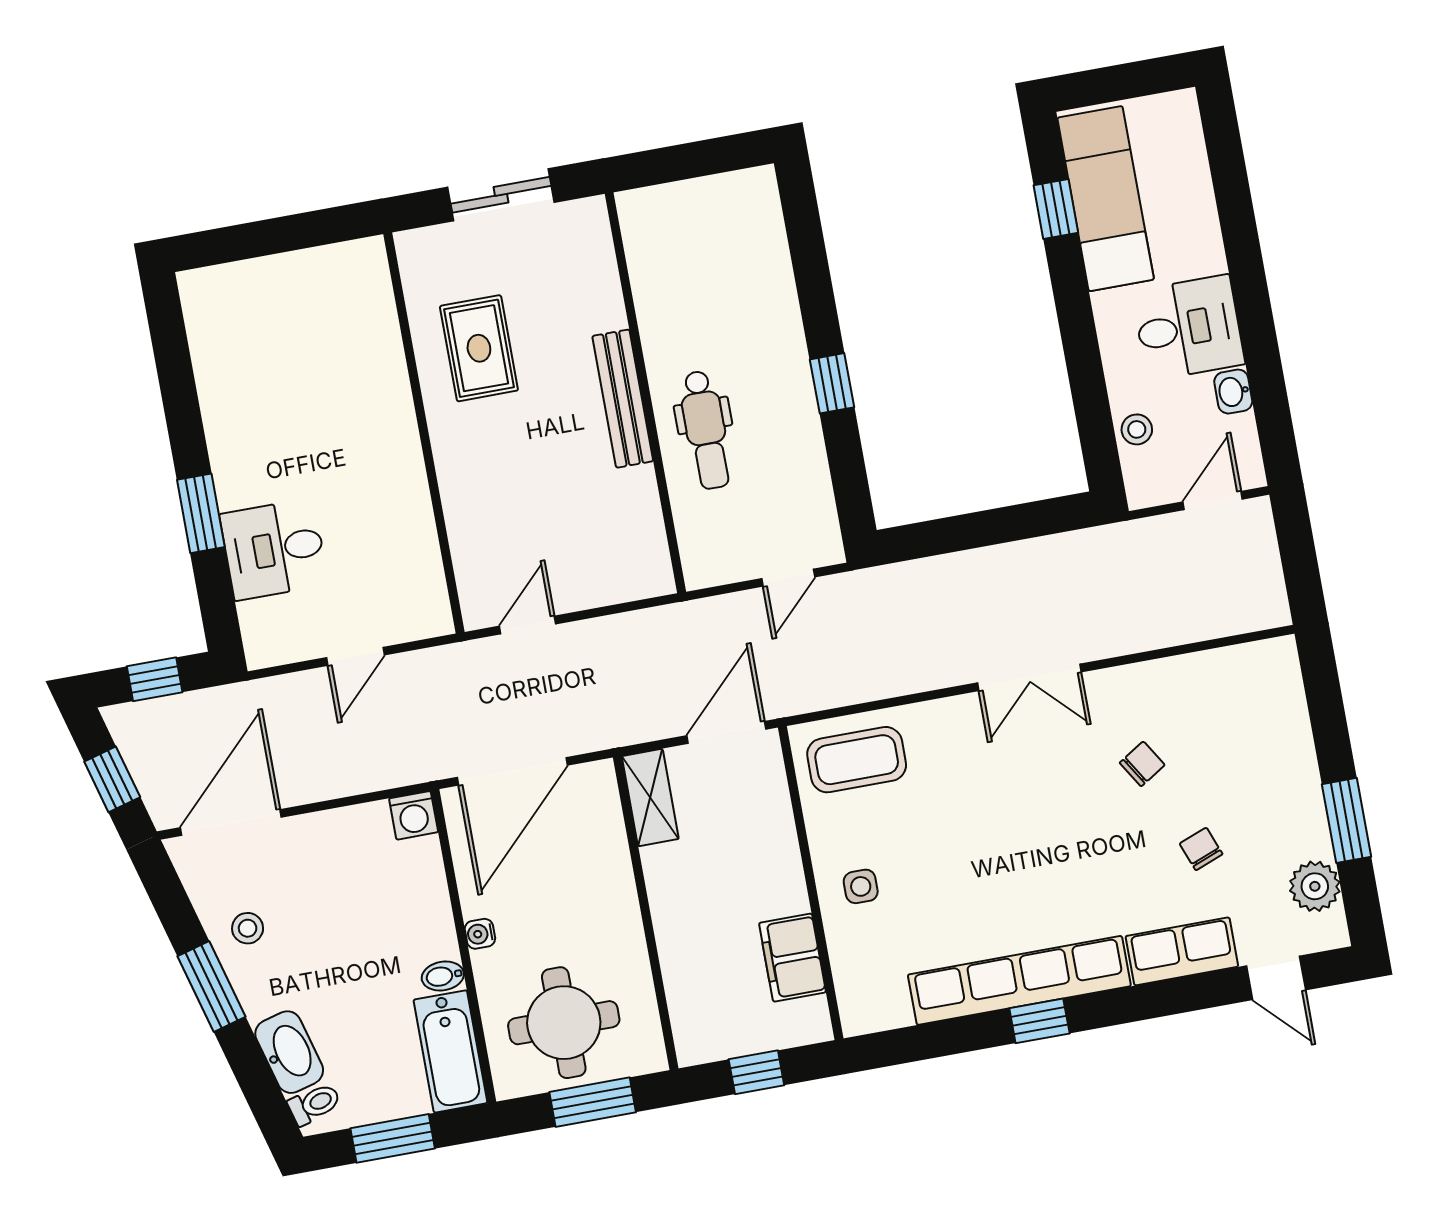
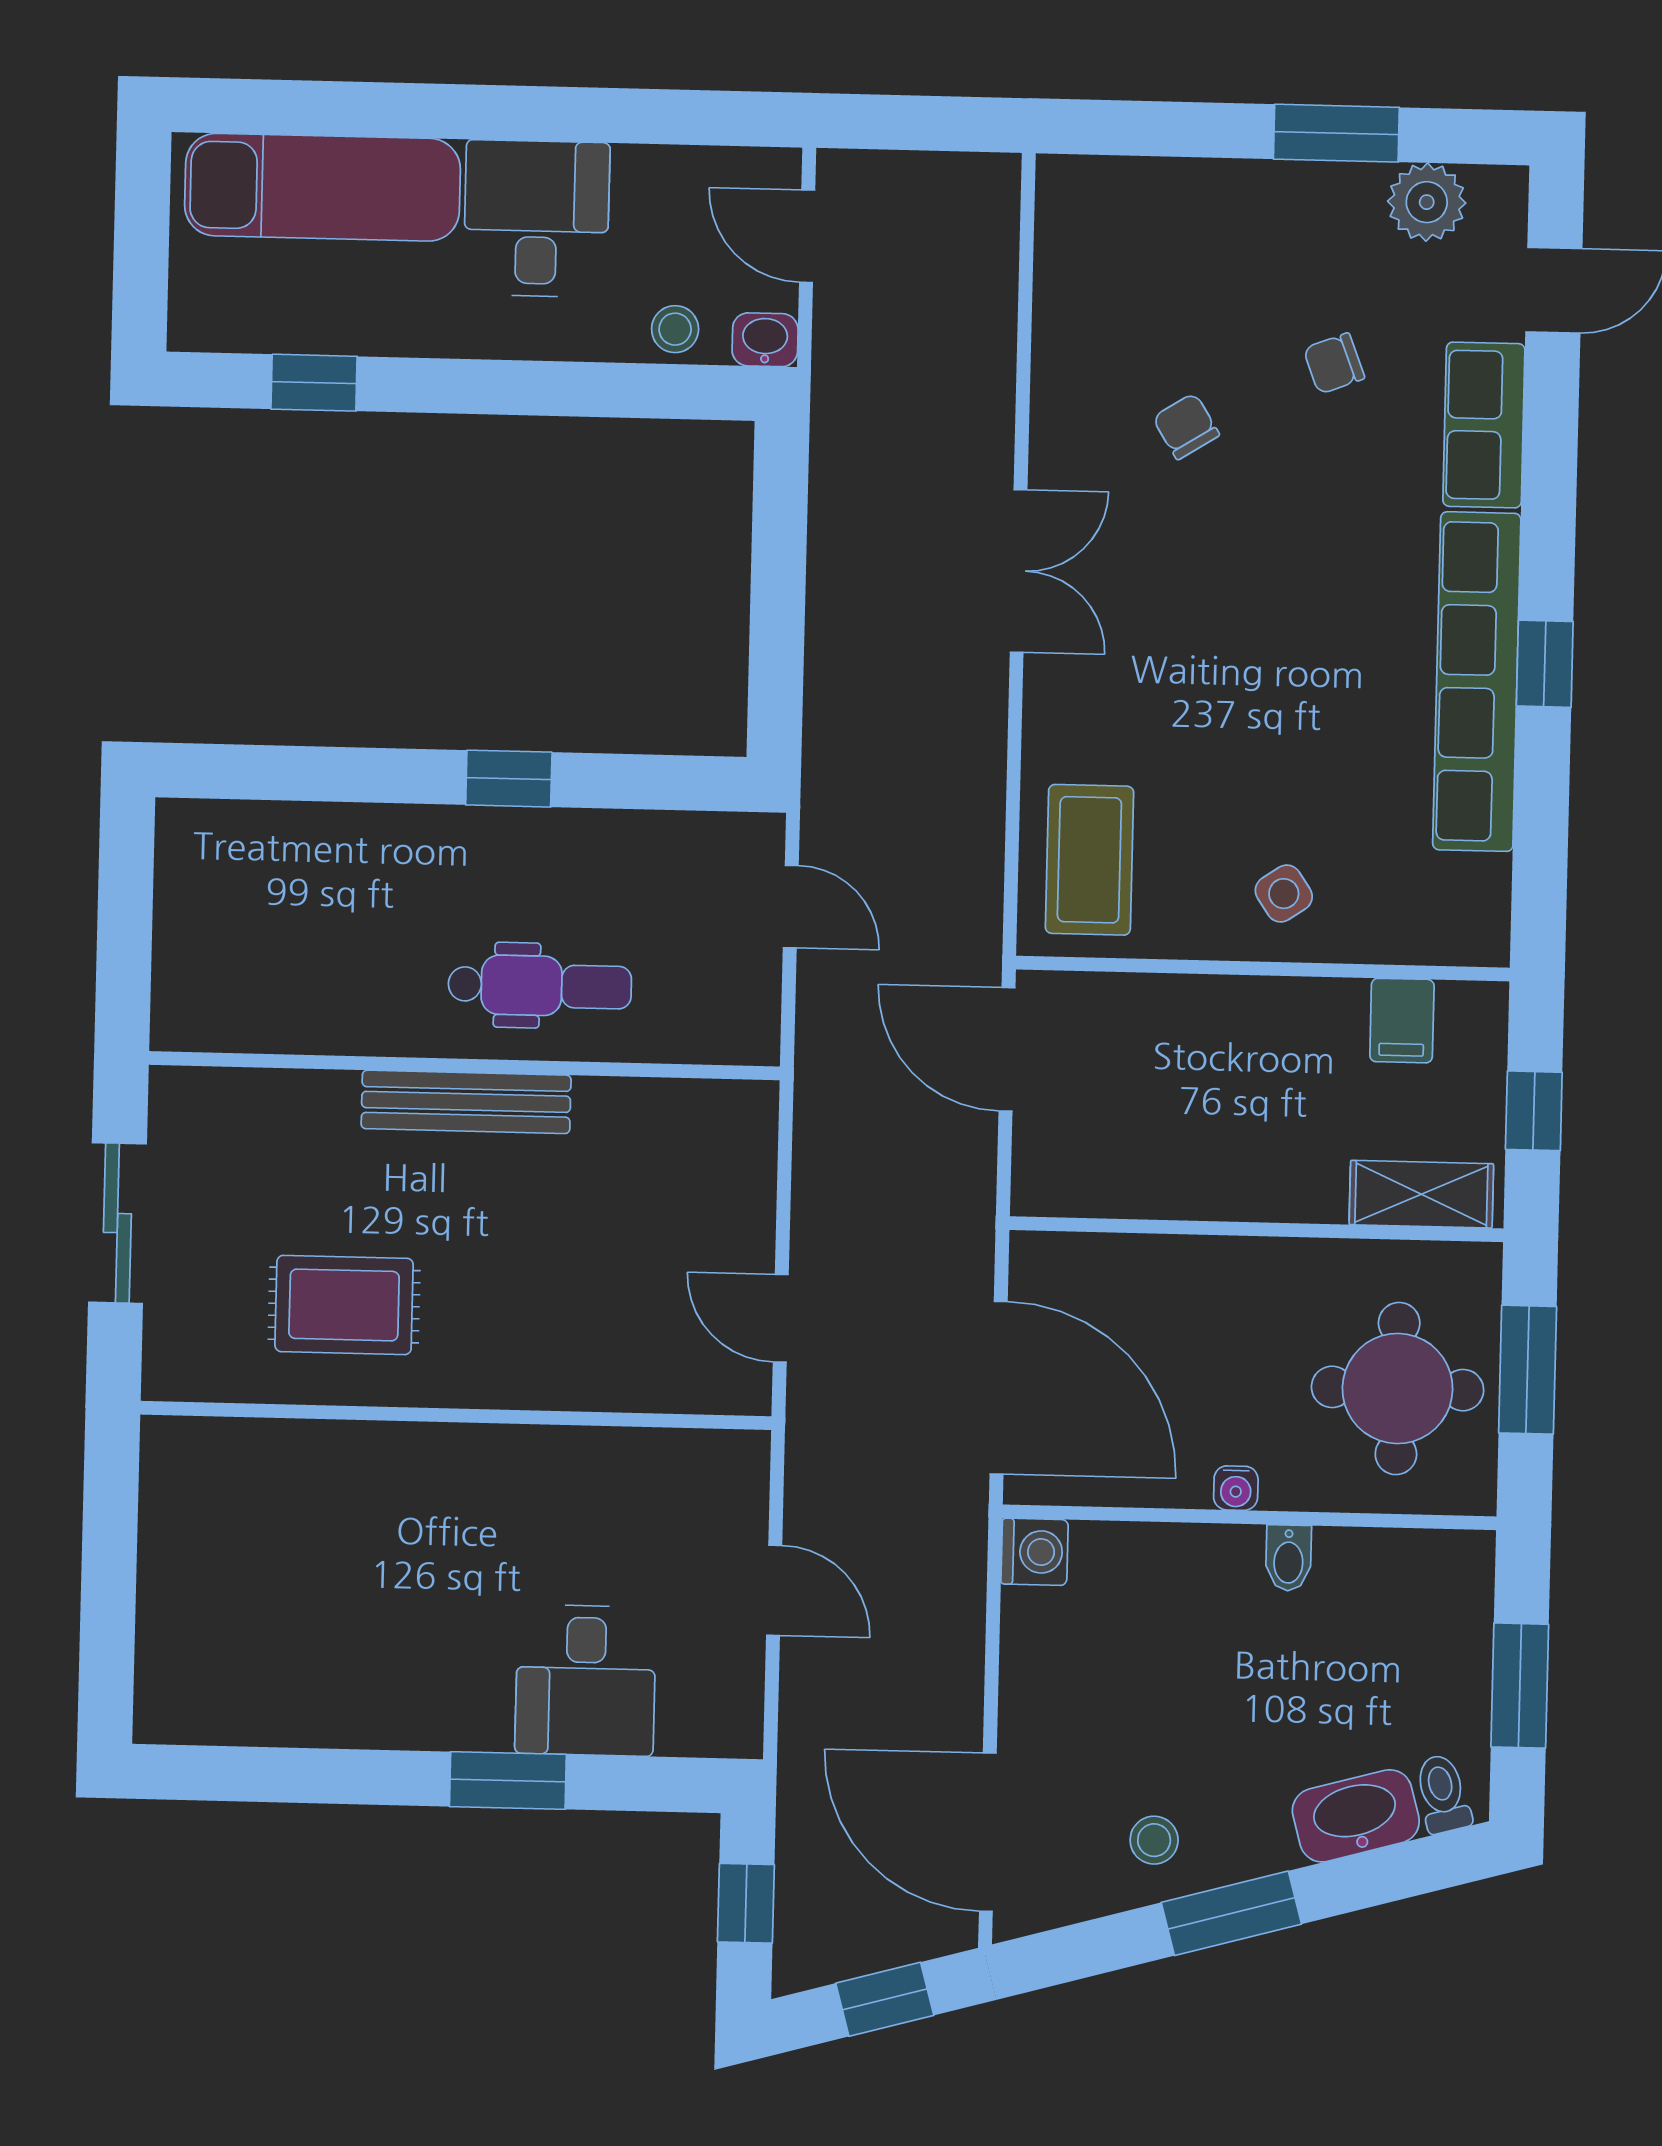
exam couch: (1106, 199) -> (323, 187), moved, turned 180
washbasin: (1233, 392) -> (765, 340), moved, turned 180
shelving: (650, 797) -> (1421, 1194), moved
side table: (861, 886) -> (1284, 894), turned -34
filing cabinet: (792, 958) -> (1402, 1021), width x0.50
bathtub: (450, 1051) -> (1406, 1570), removed

